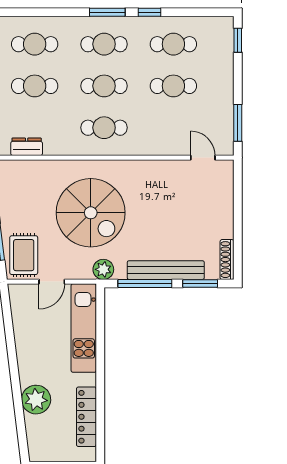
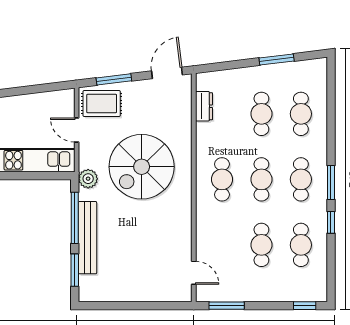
door: (203, 158) -> (194, 273), hinge flipped
shoe rack: (227, 260) -> (97, 296), removed

